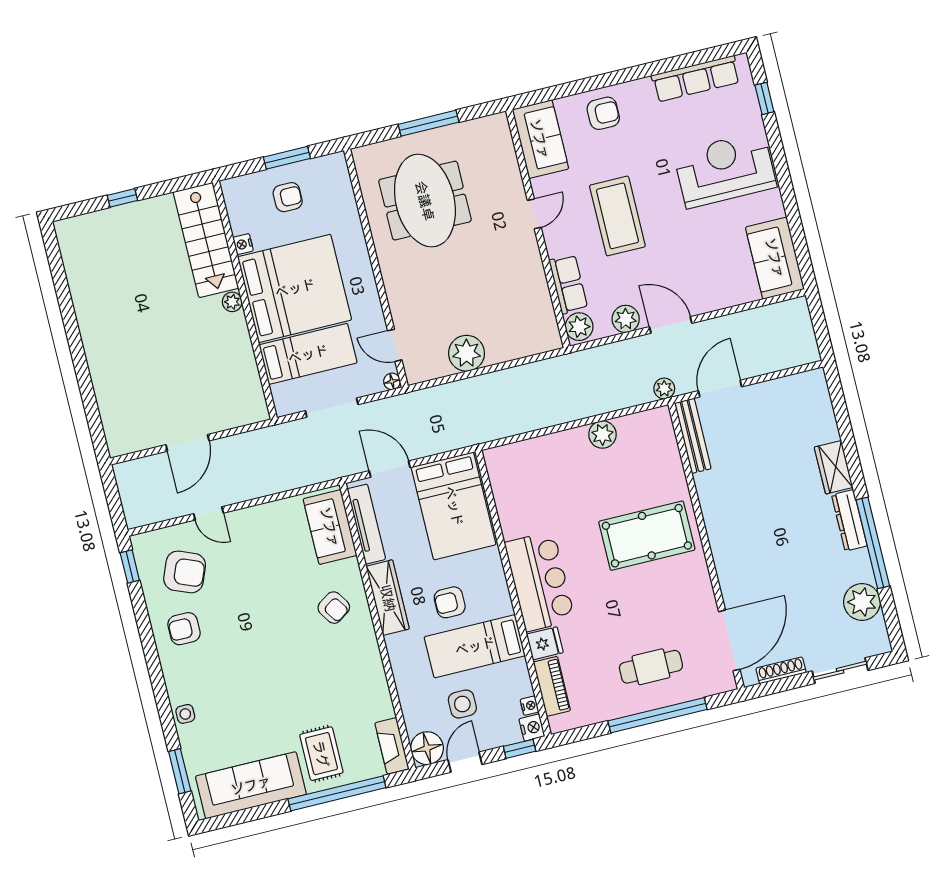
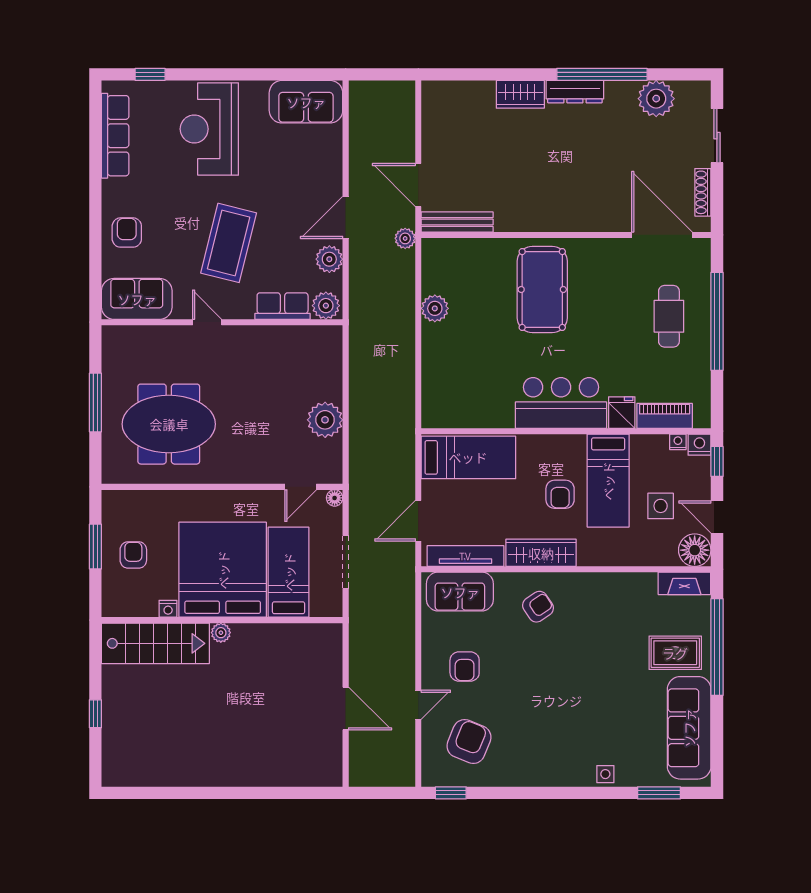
coffee table: (617, 216) -> (229, 243), turned -76
bed: (454, 506) -> (468, 457), width x0.67
armchair: (184, 629) -> (465, 666), moved

